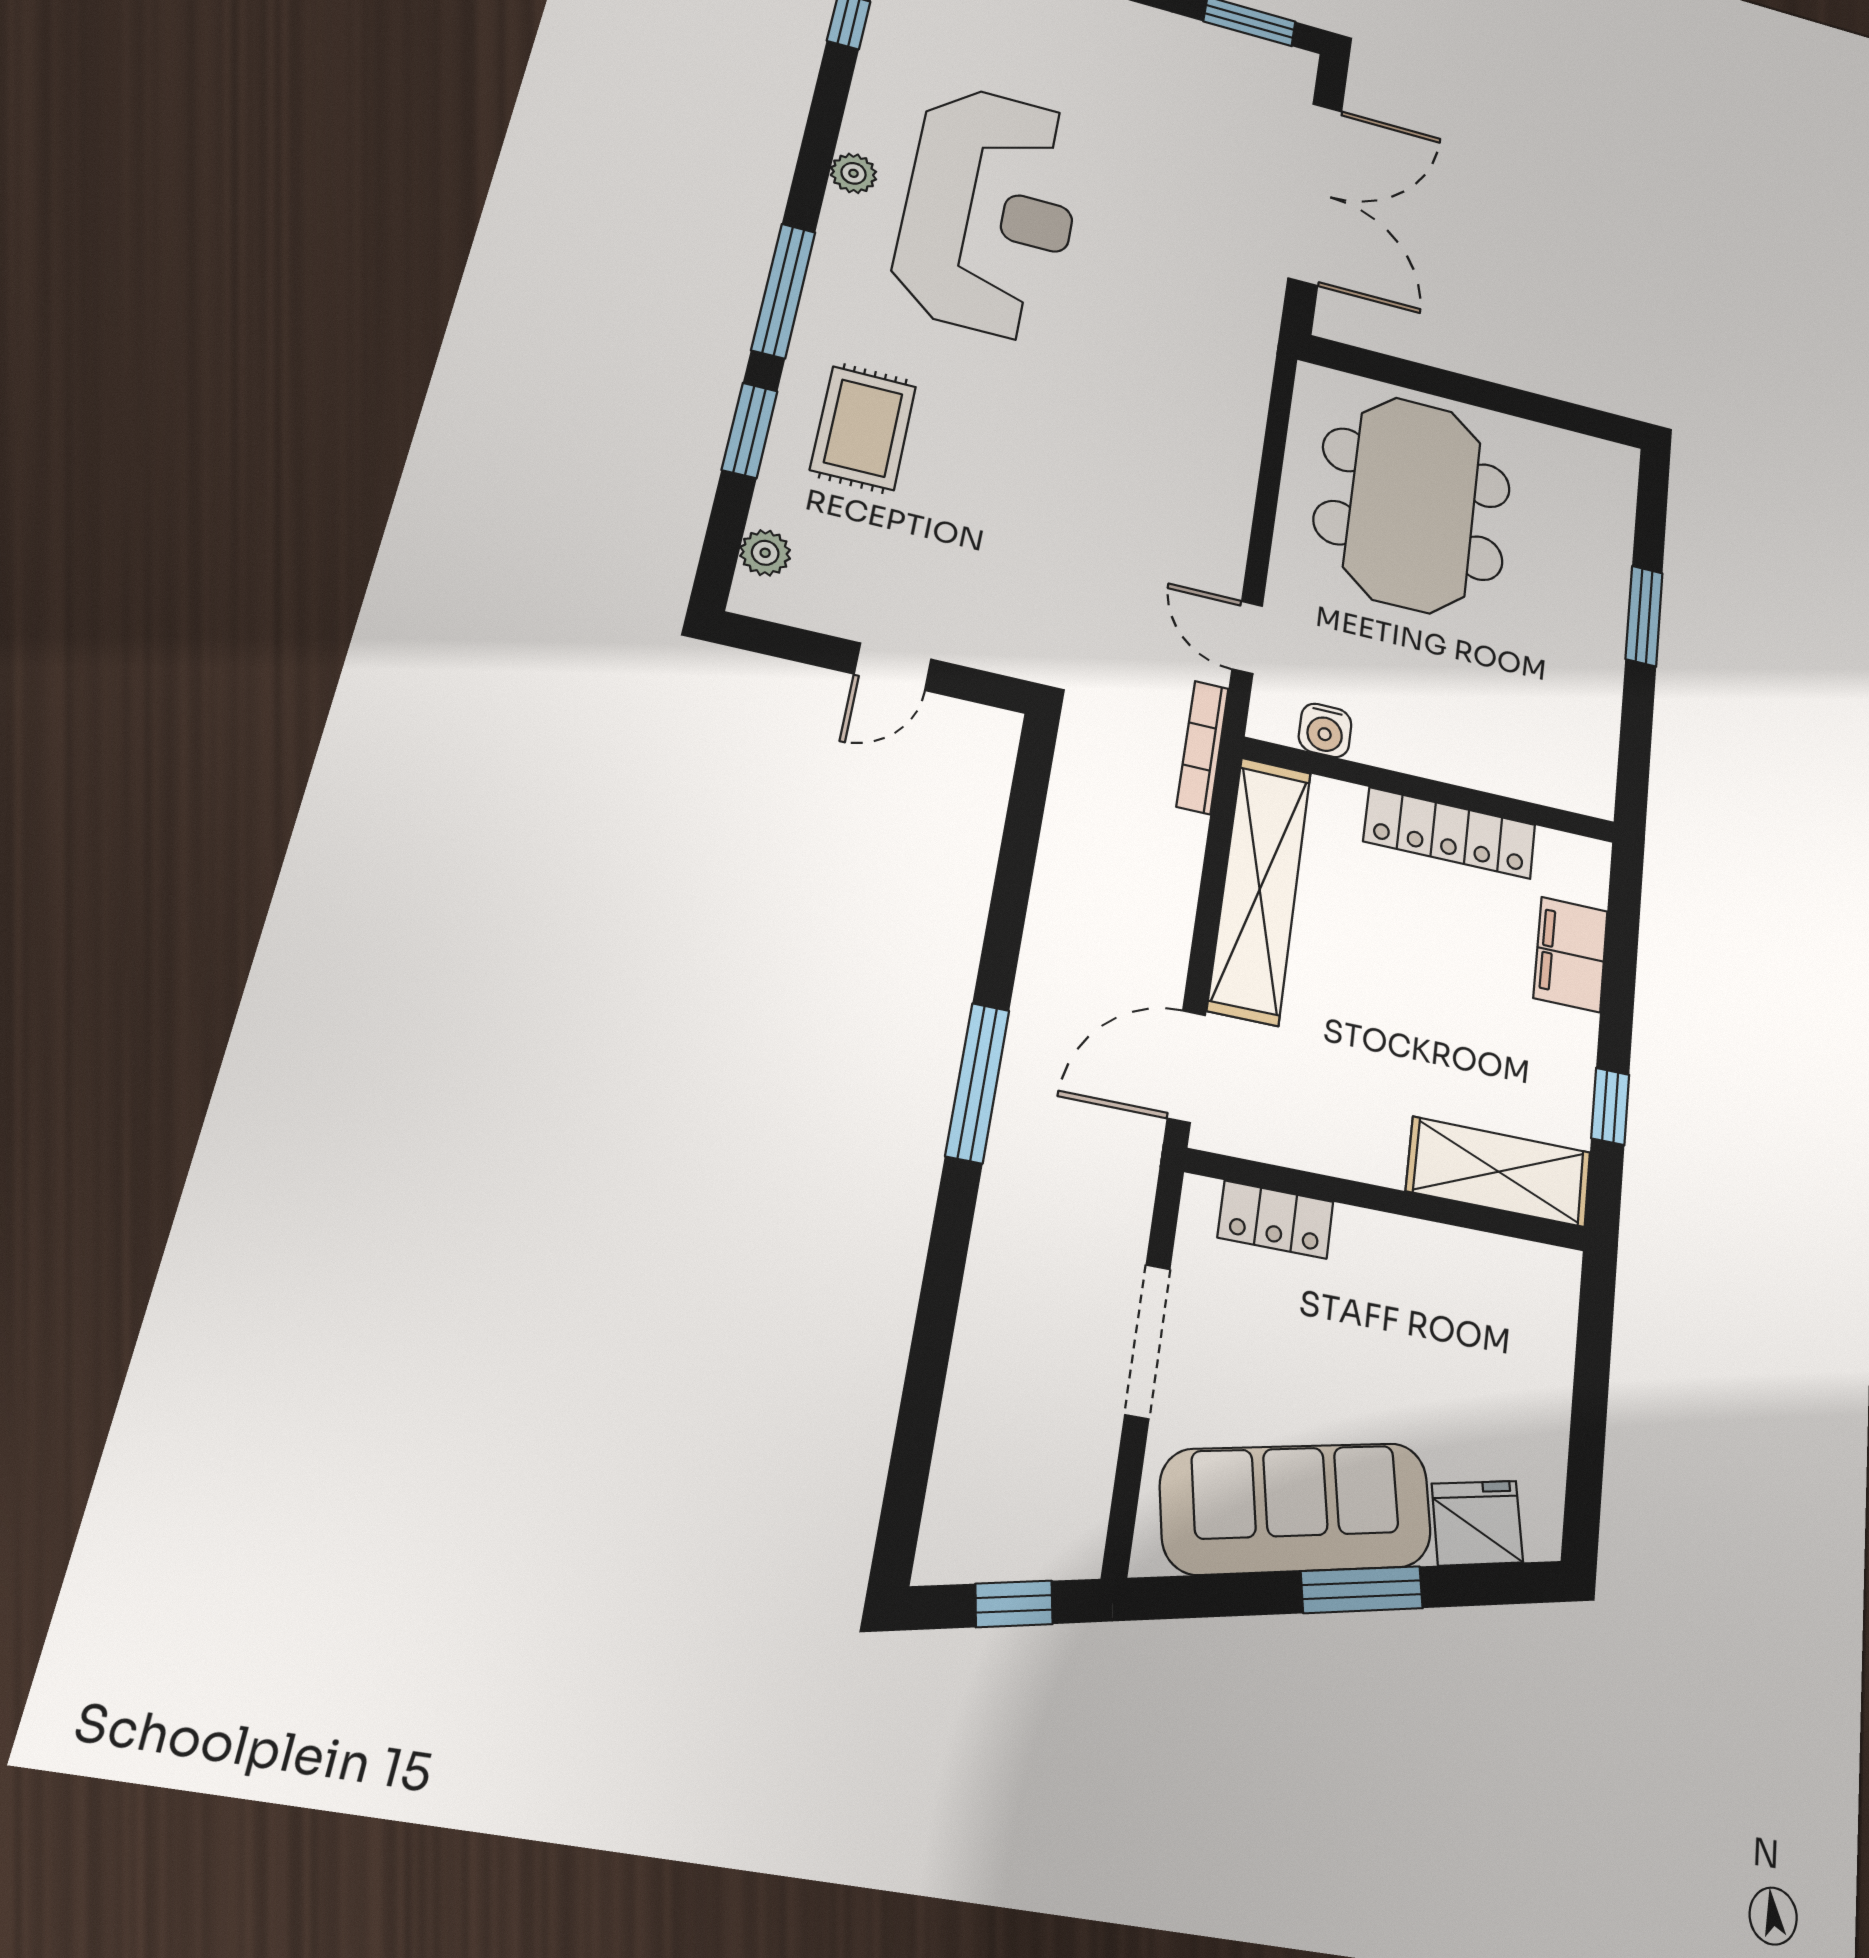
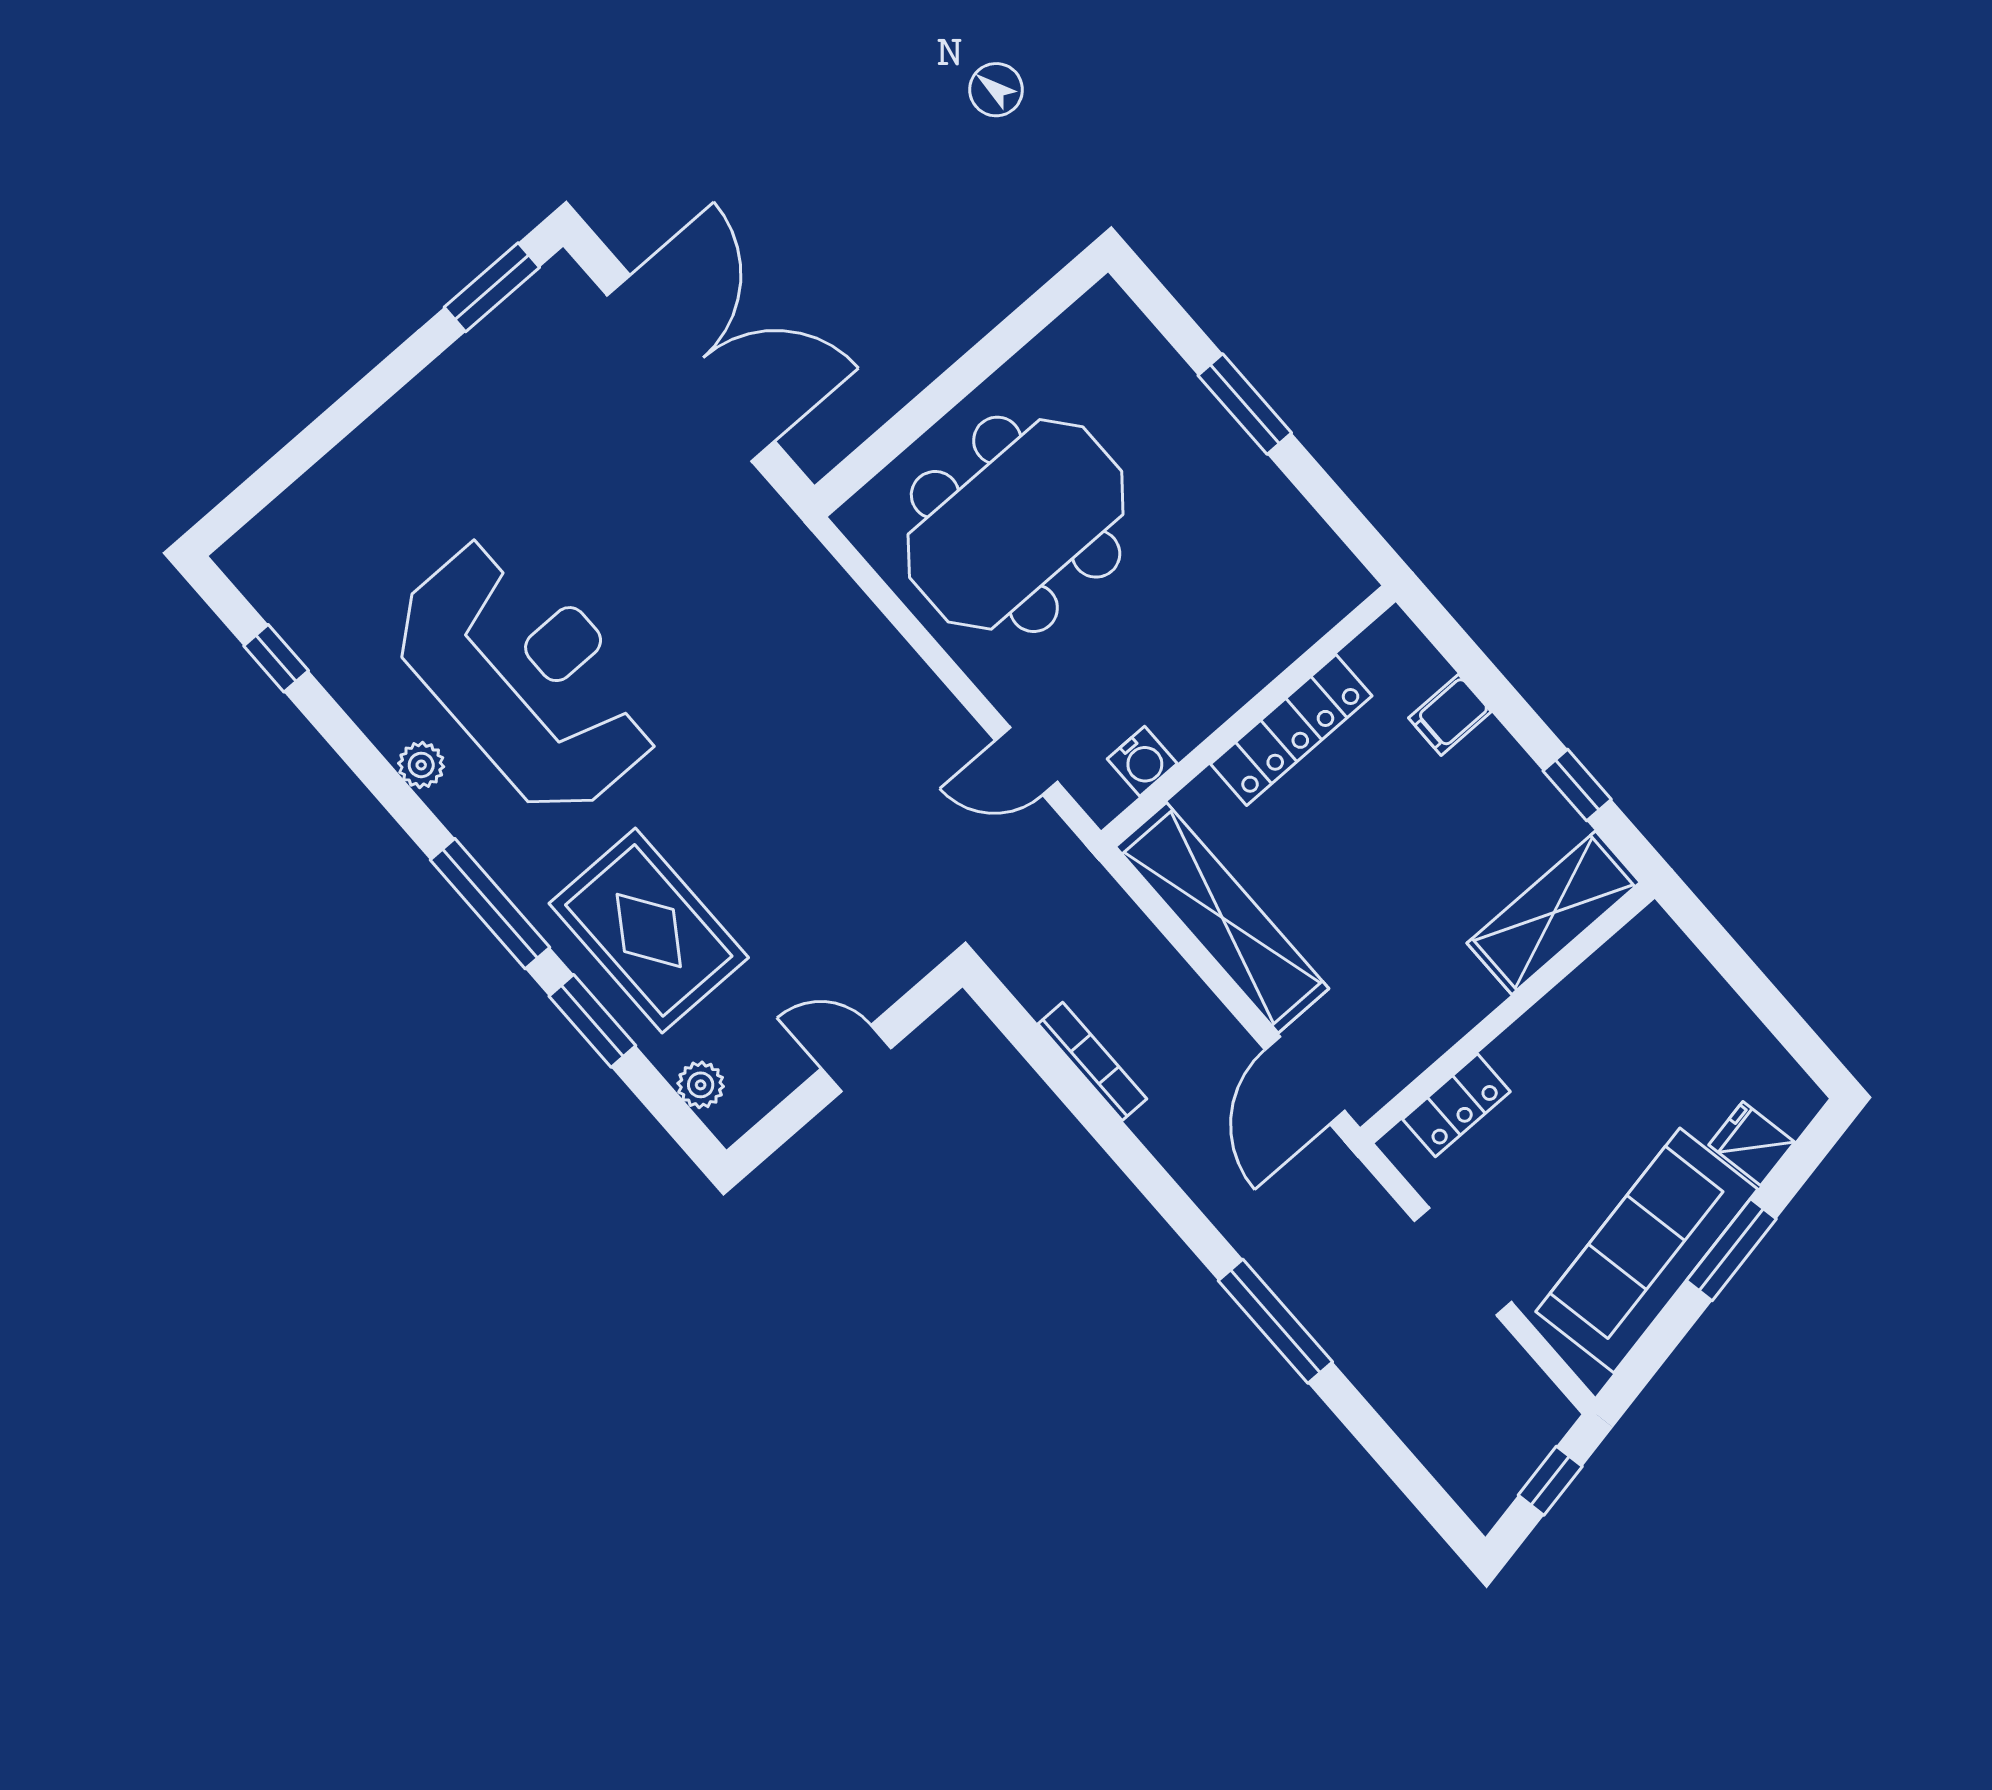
rug: (863, 428) -> (649, 930), width x1.36, depth x1.43
meeting table: (1413, 504) -> (1016, 524), turned 90
door: (893, 667) -> (856, 1058), swing flipped
bookcase: (1203, 747) -> (1092, 1061), moved, turned 180
filing cabinet: (1571, 954) -> (1450, 715), width x0.50
window: (977, 1083) -> (1275, 1321), moved
fridge: (1477, 1523) -> (1752, 1144), width x0.72

